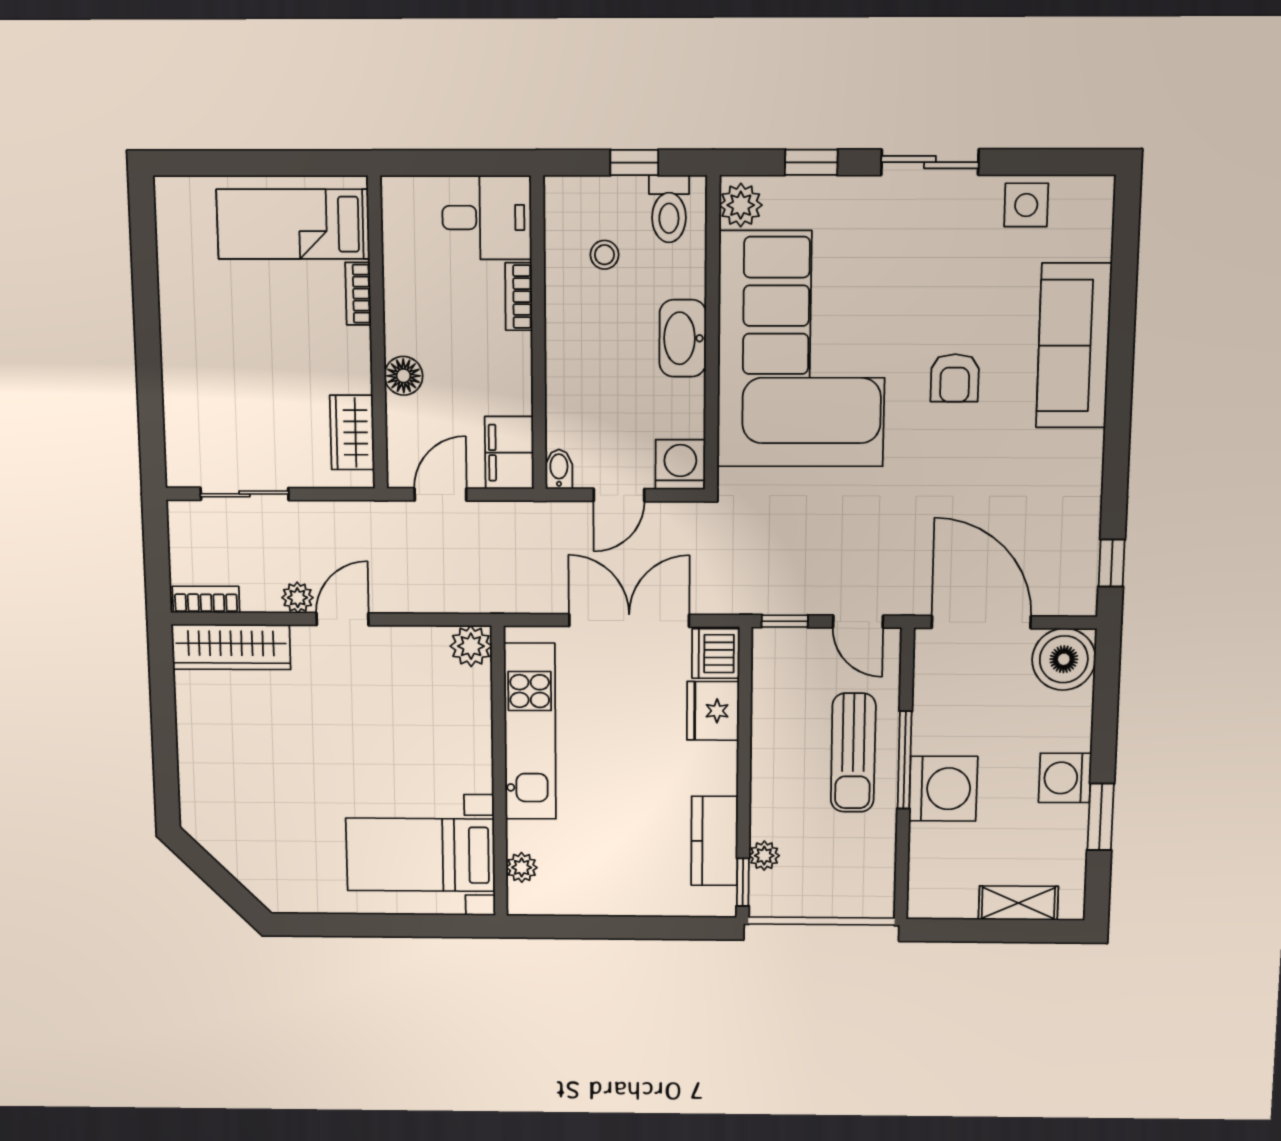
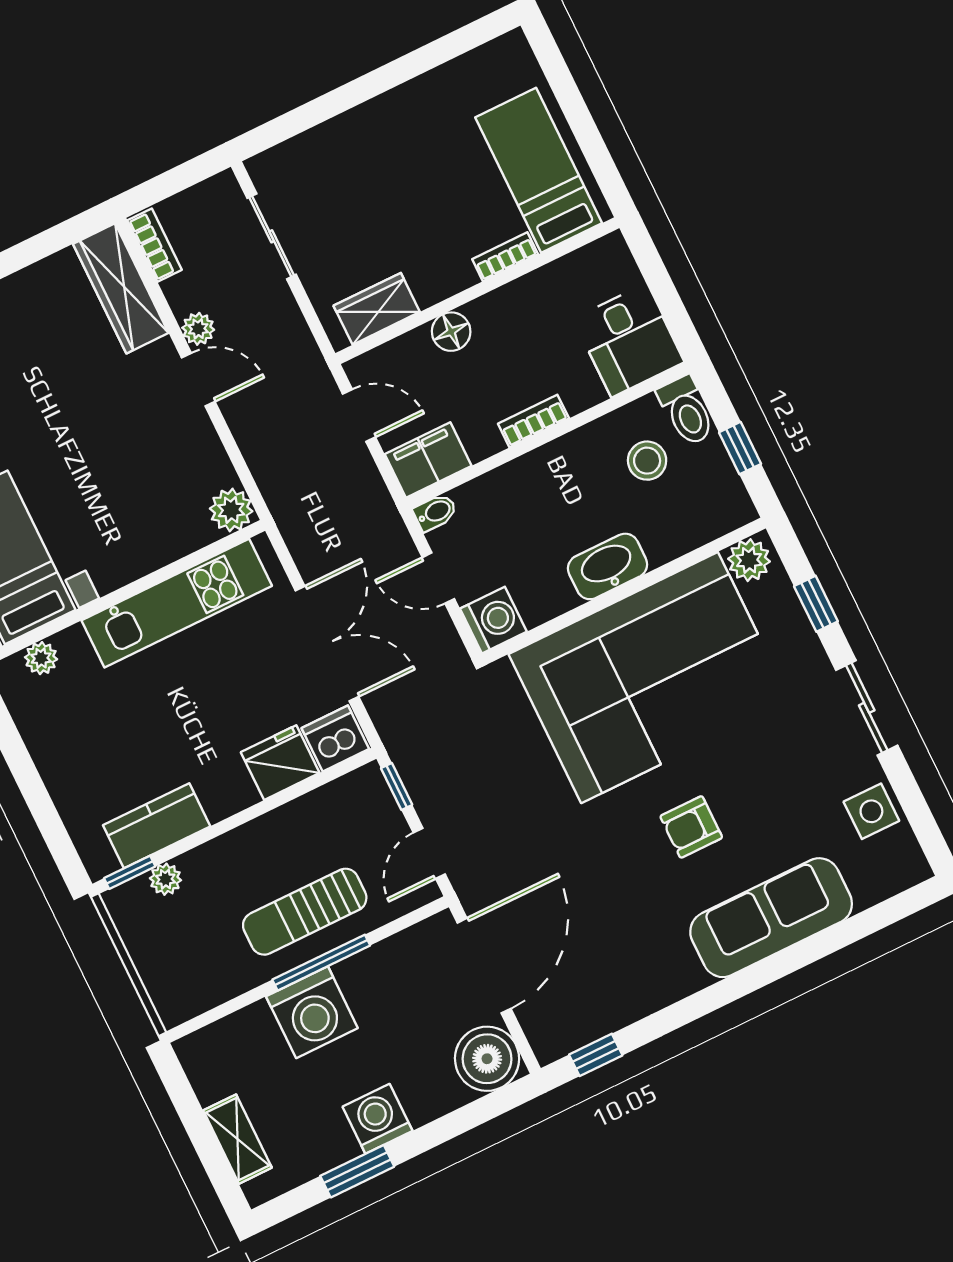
toilet: (669, 209) -> (686, 411), moved, turned -90
stool: (604, 255) -> (647, 461), width x1.37, depth x1.37
bookcase: (519, 297) -> (533, 421), moved

